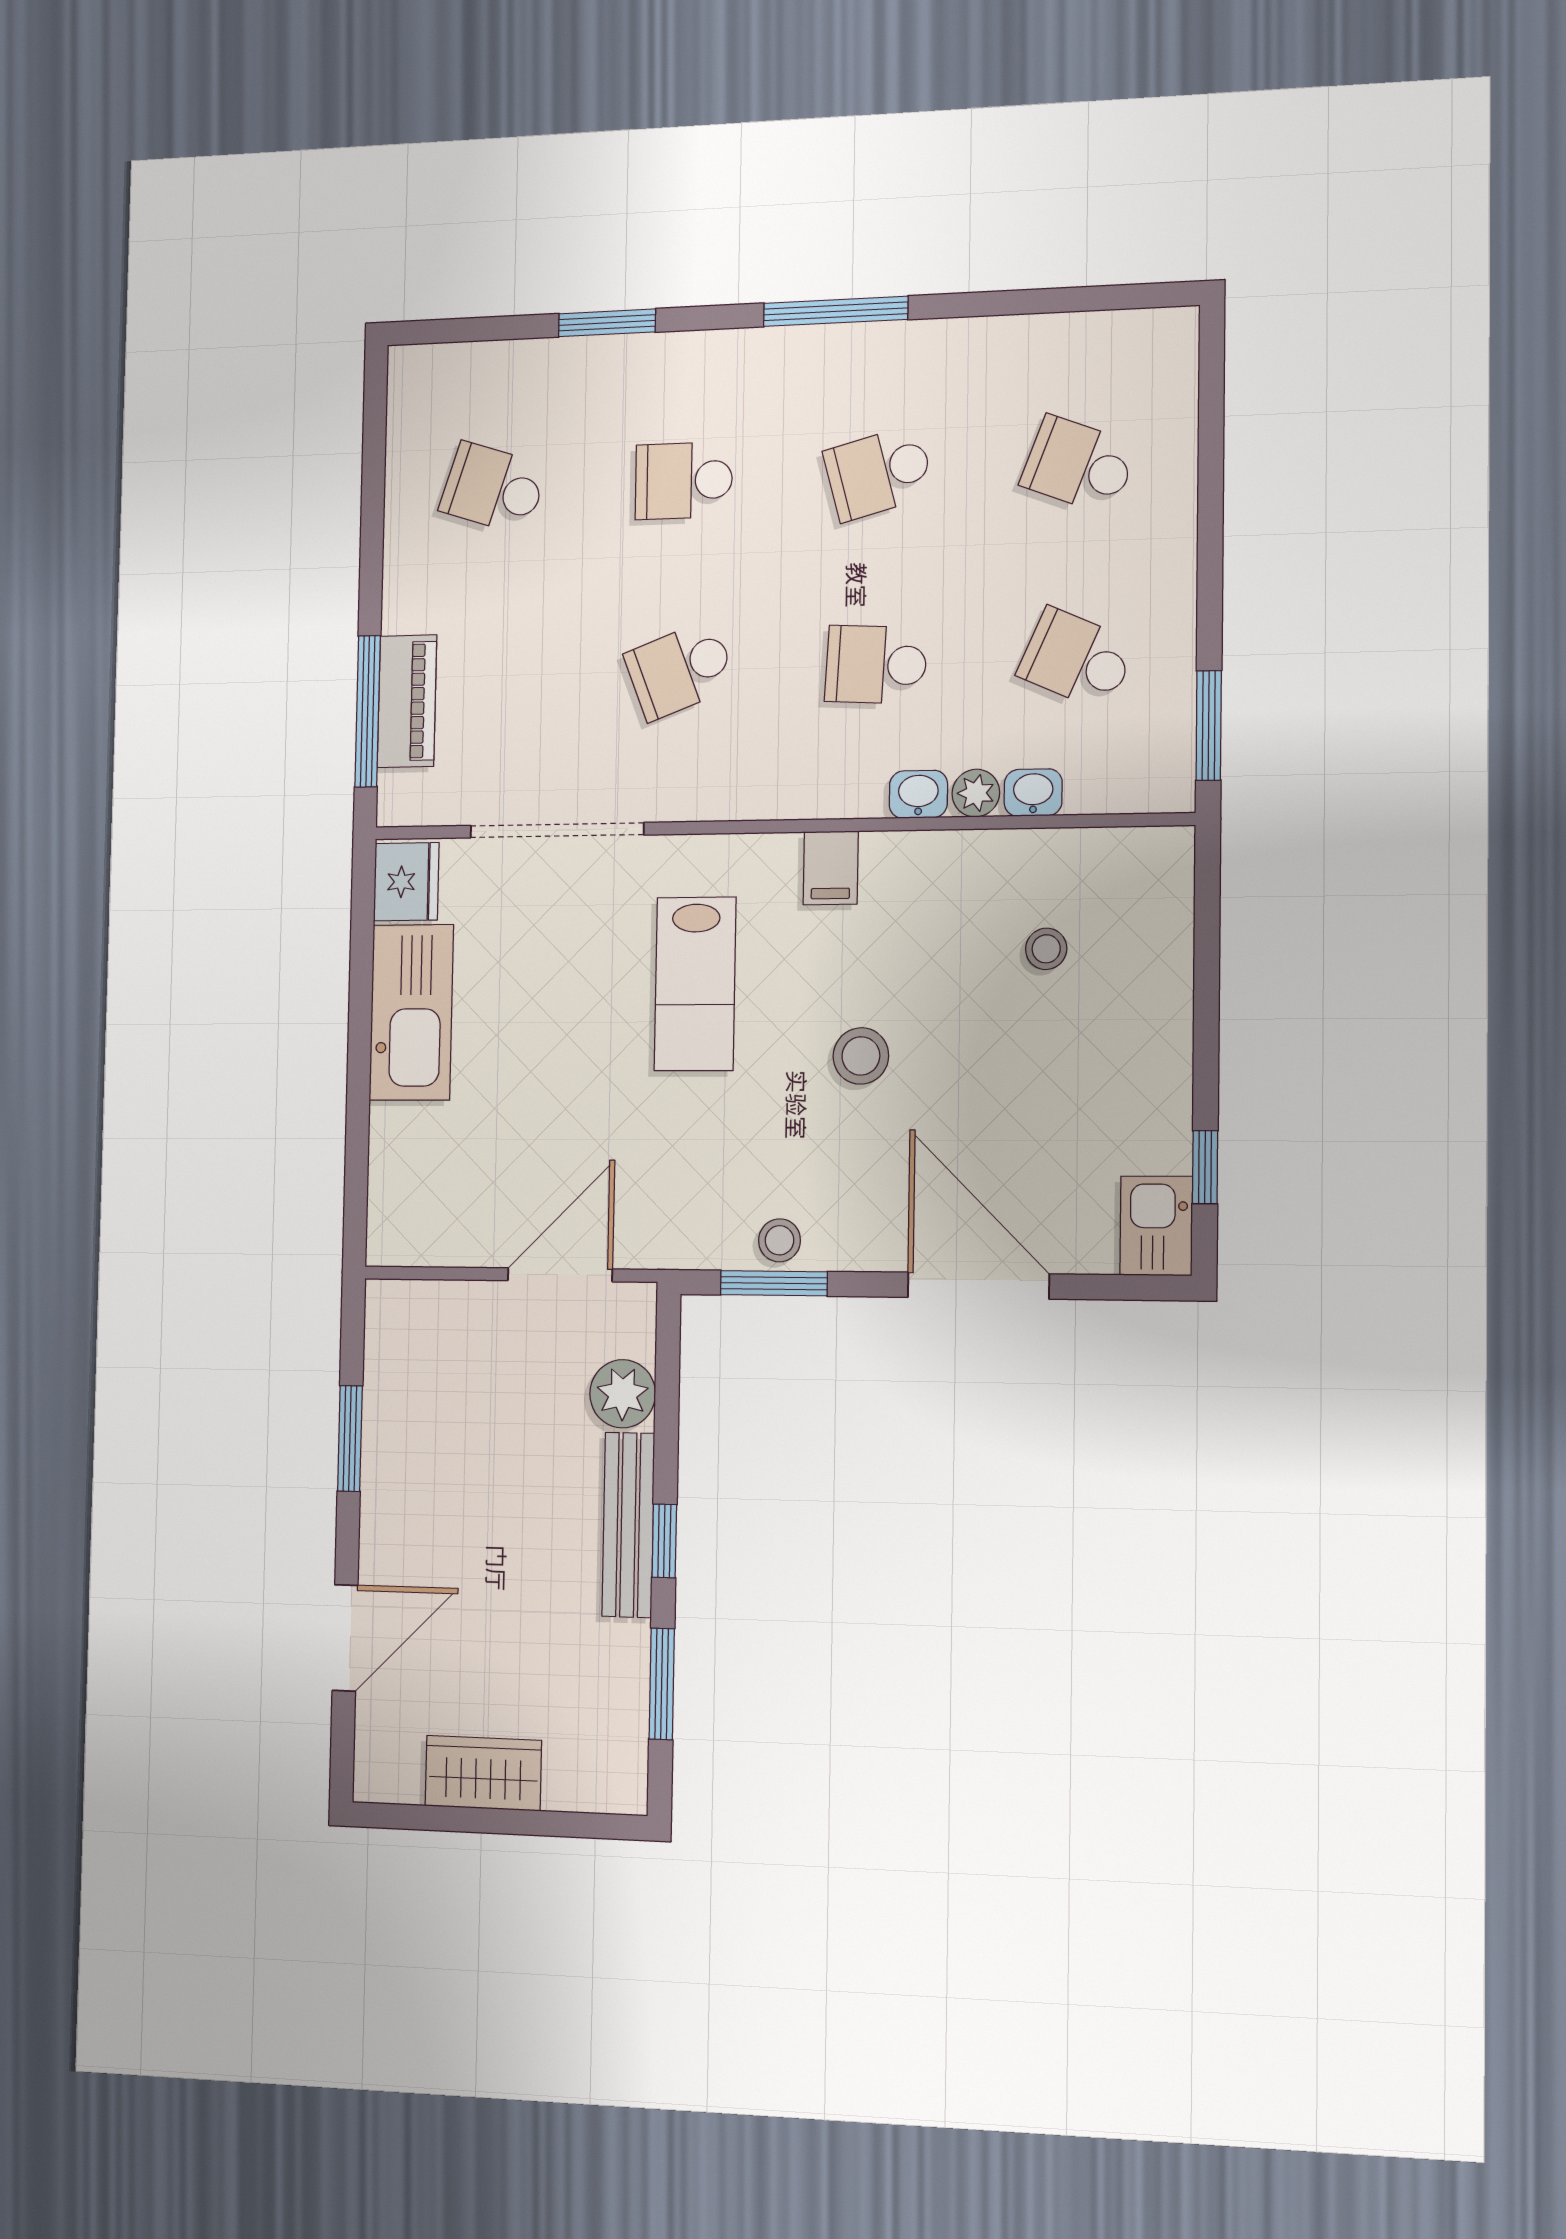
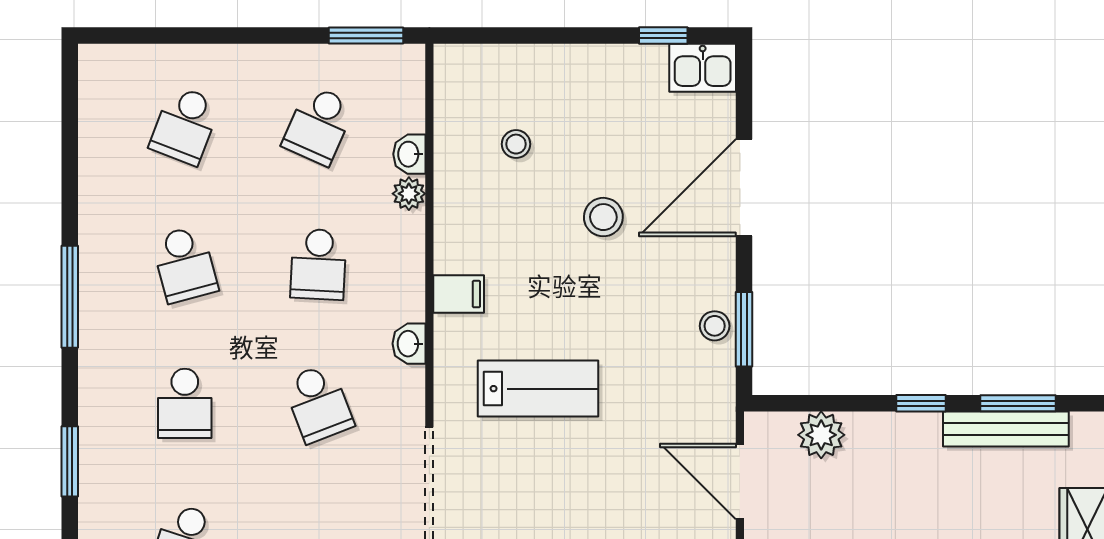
washbasin: (918, 794) -> (409, 344), moved
stool: (861, 1056) -> (603, 217), moved
bench: (628, 1525) -> (1006, 429), moved

